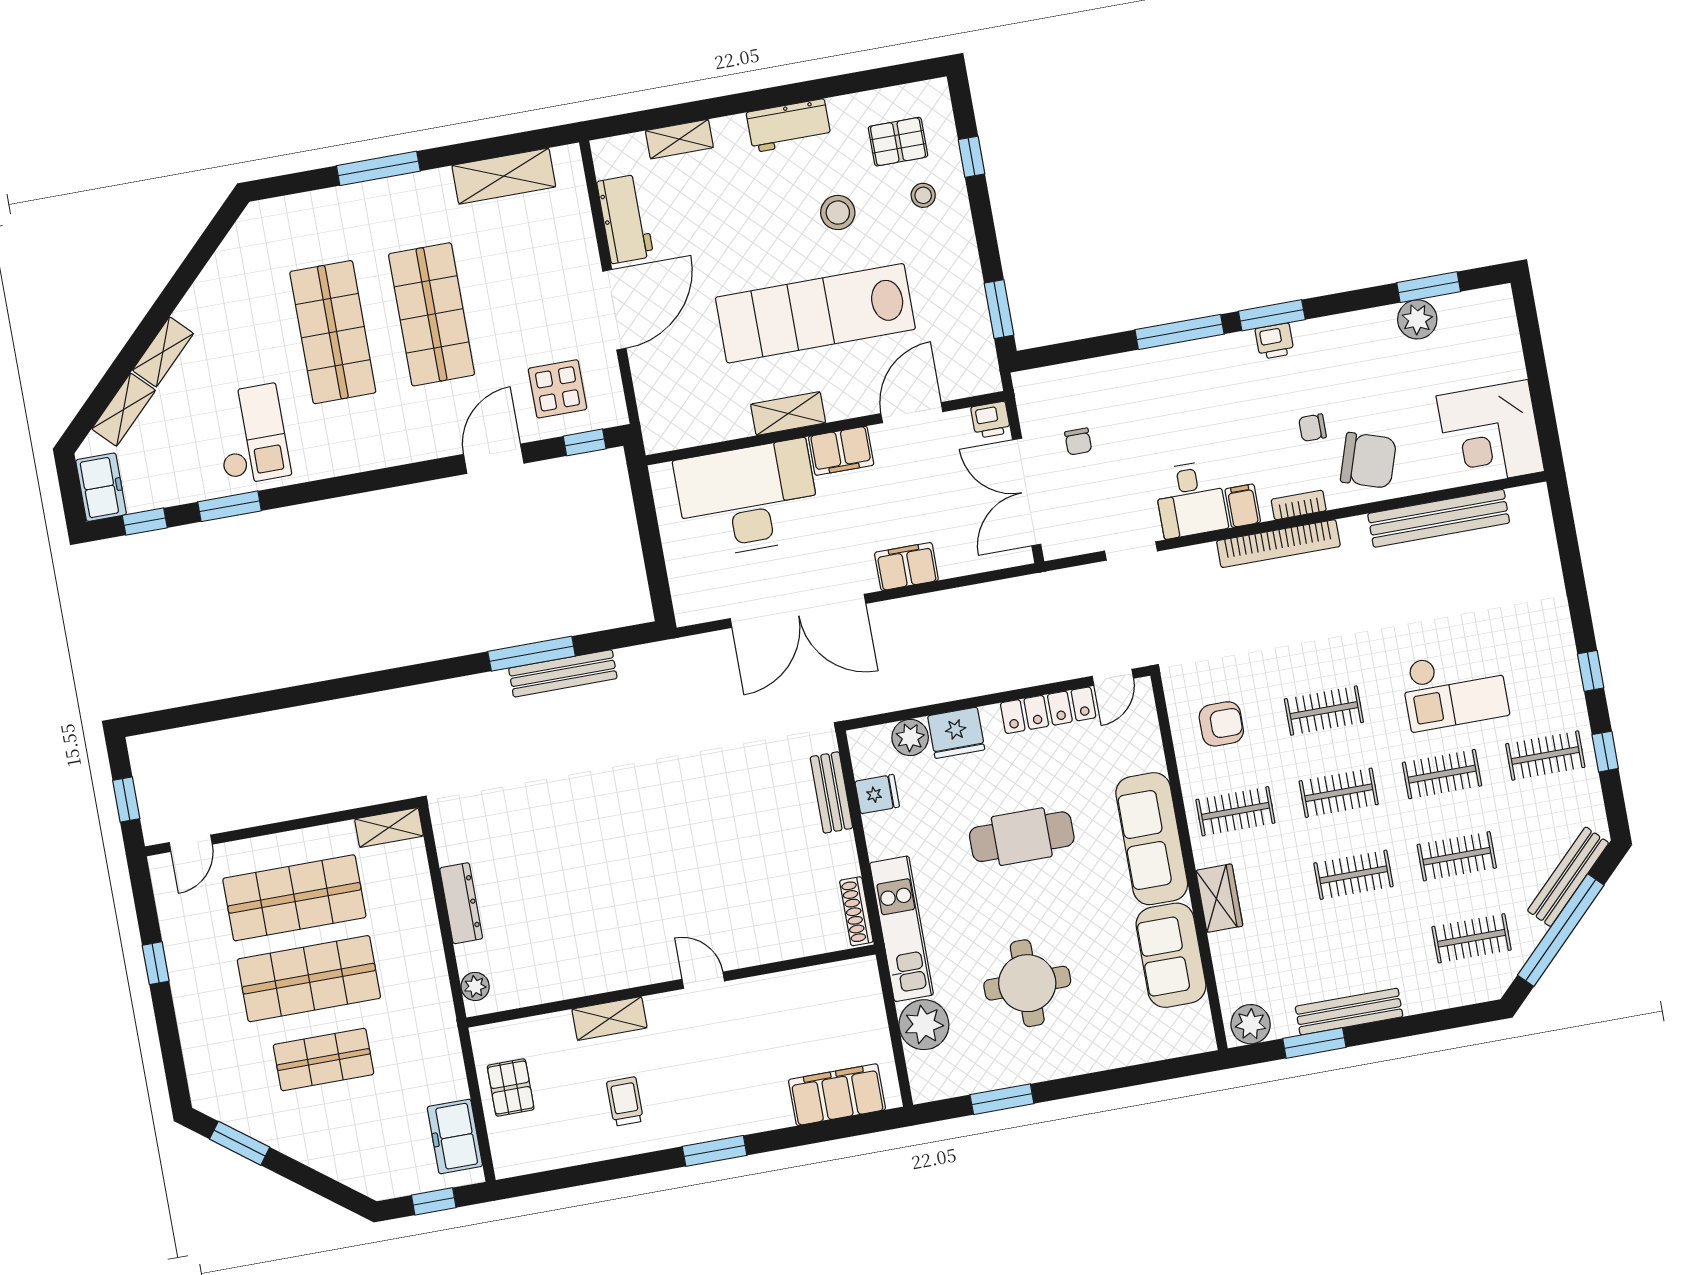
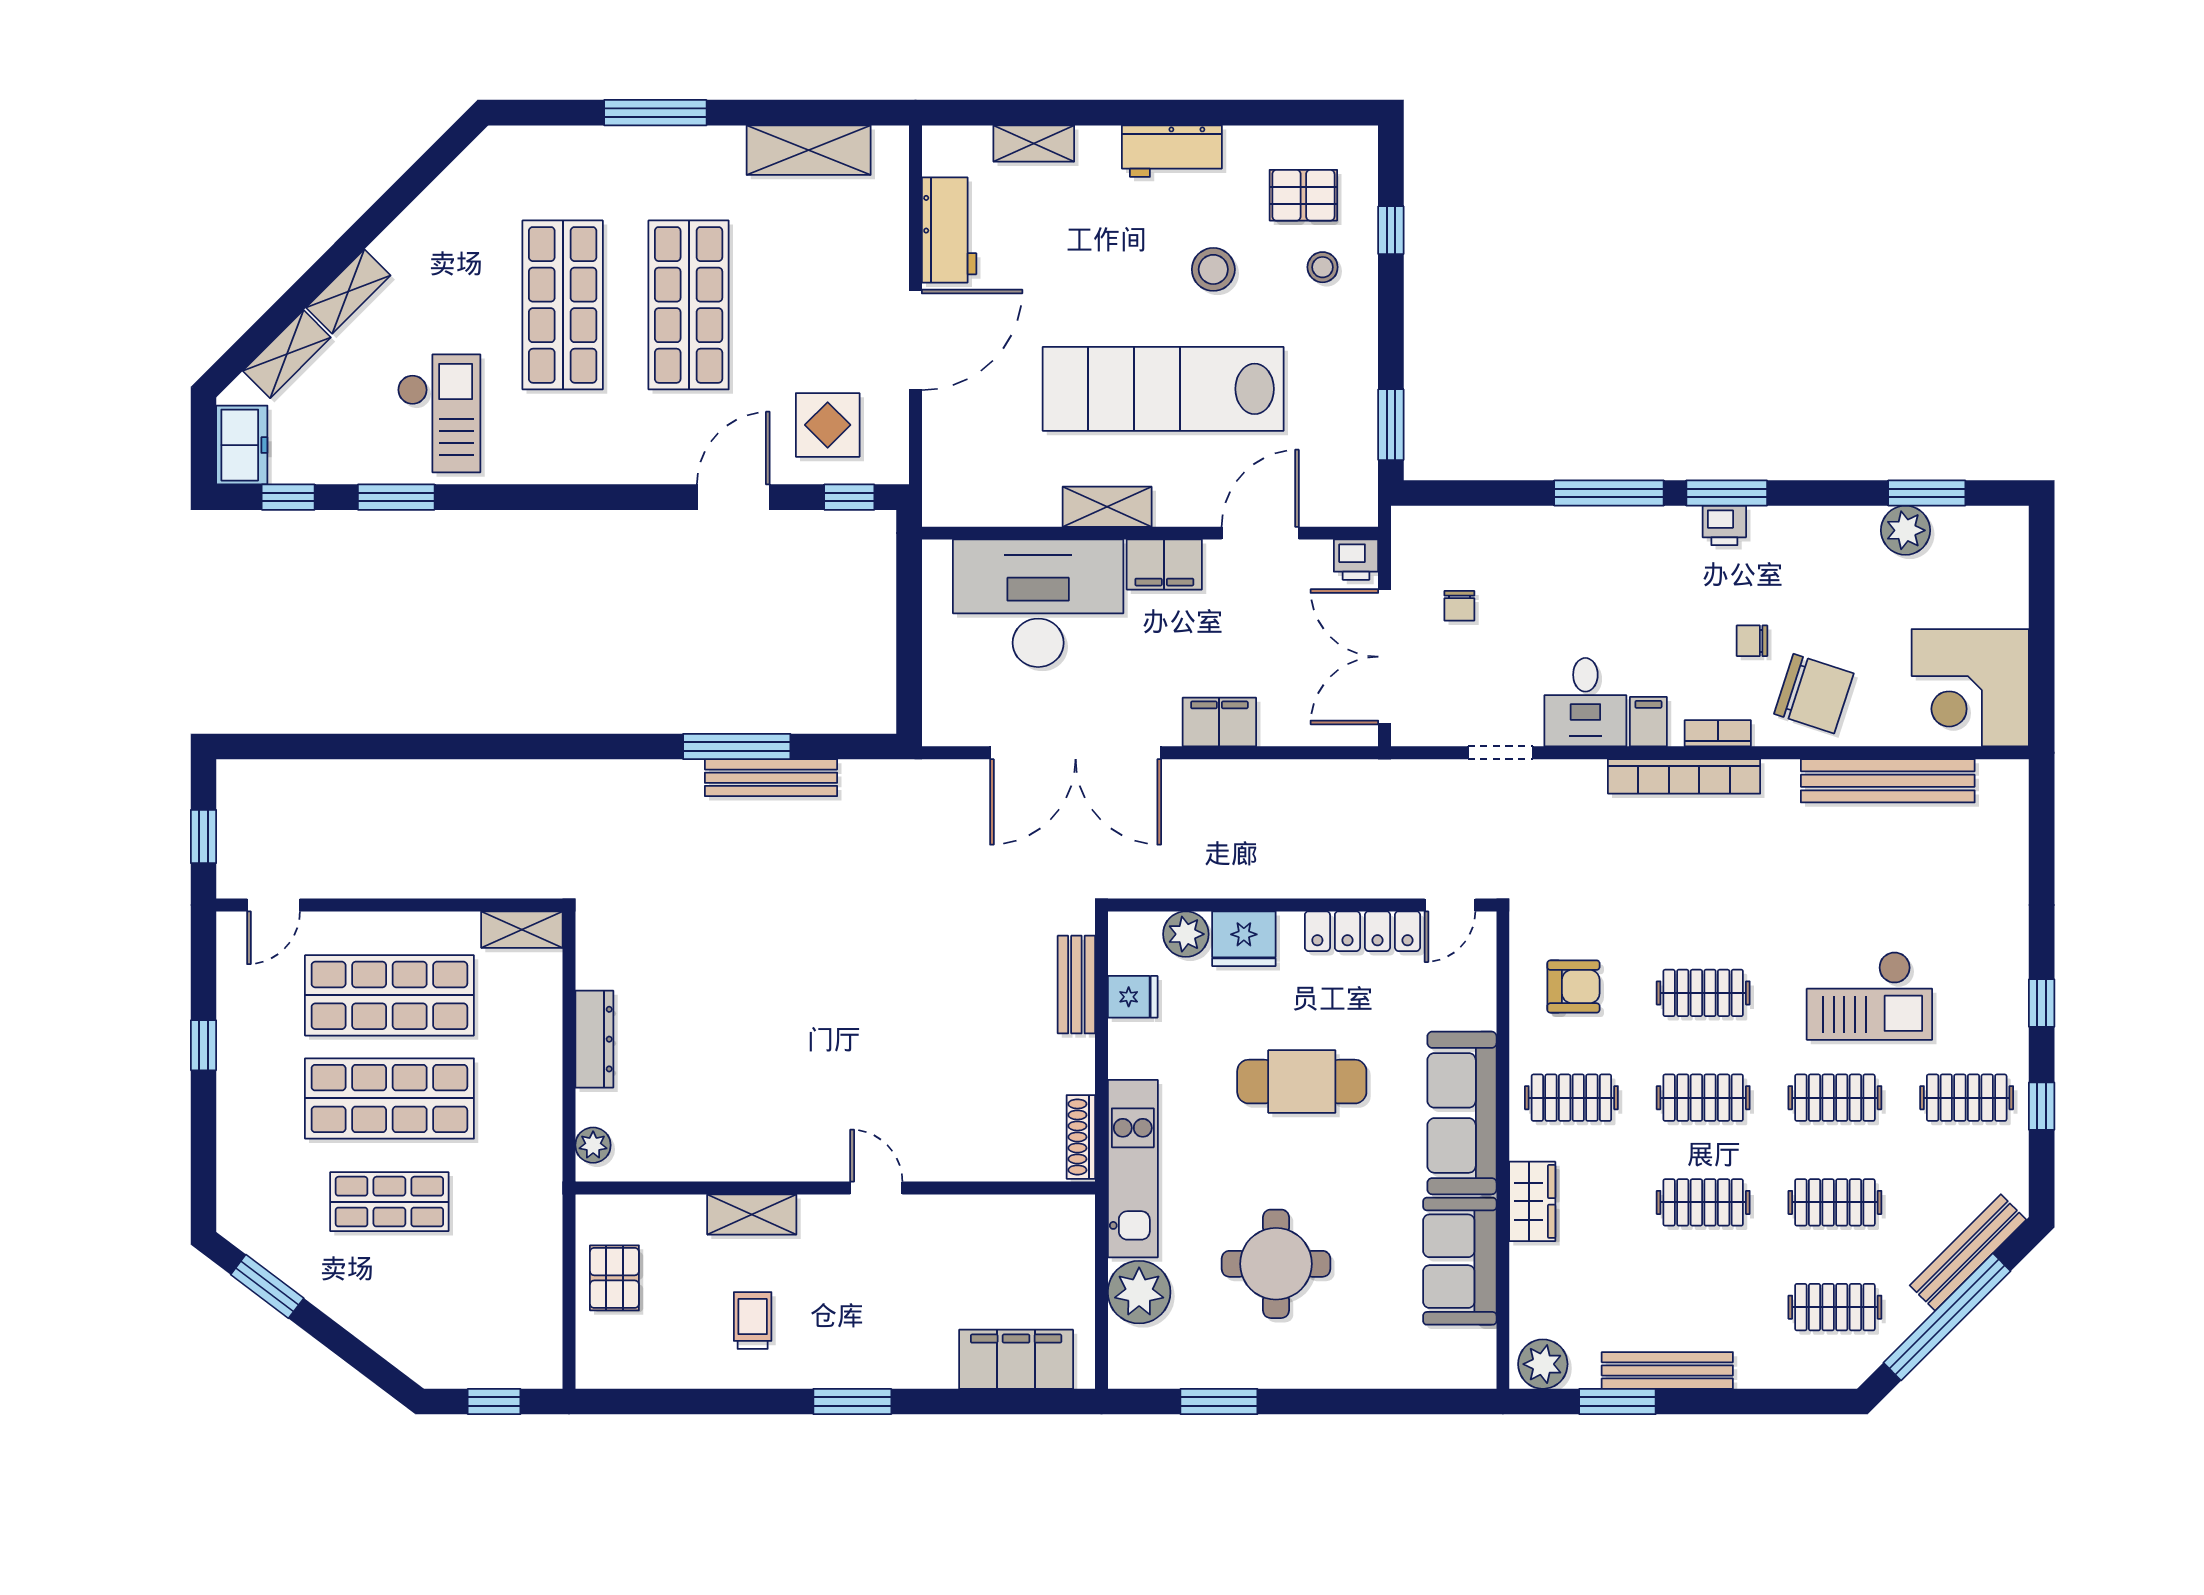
freezer: (455, 1136) -> (535, 1326), removed

